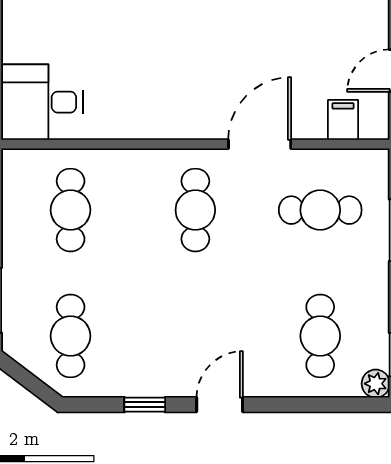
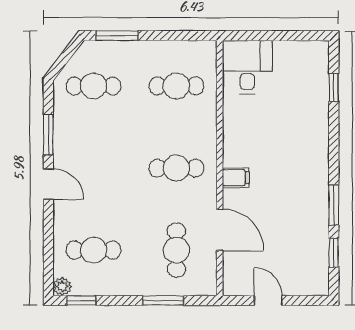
filing cabinet: (343, 120) -> (236, 178), moved
door: (260, 144) -> (220, 230), moved
window: (145, 405) -> (48, 135), width x1.50

